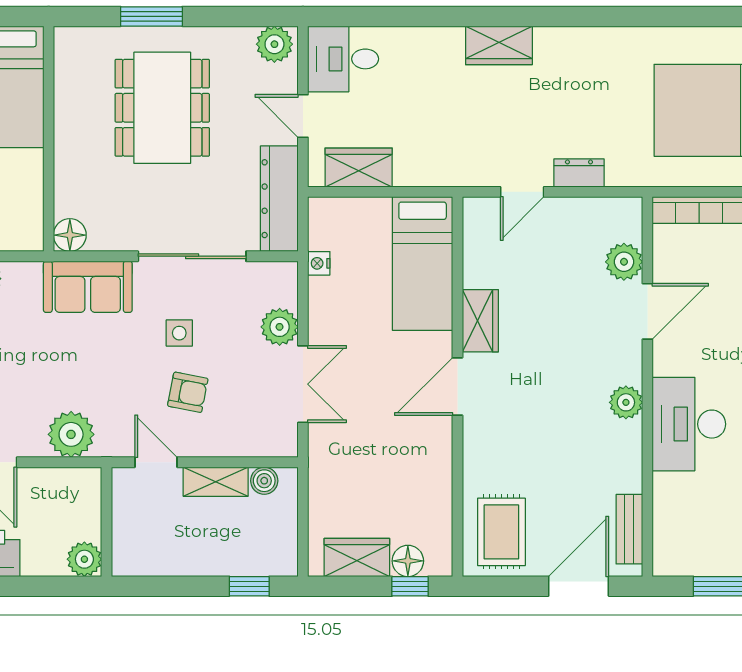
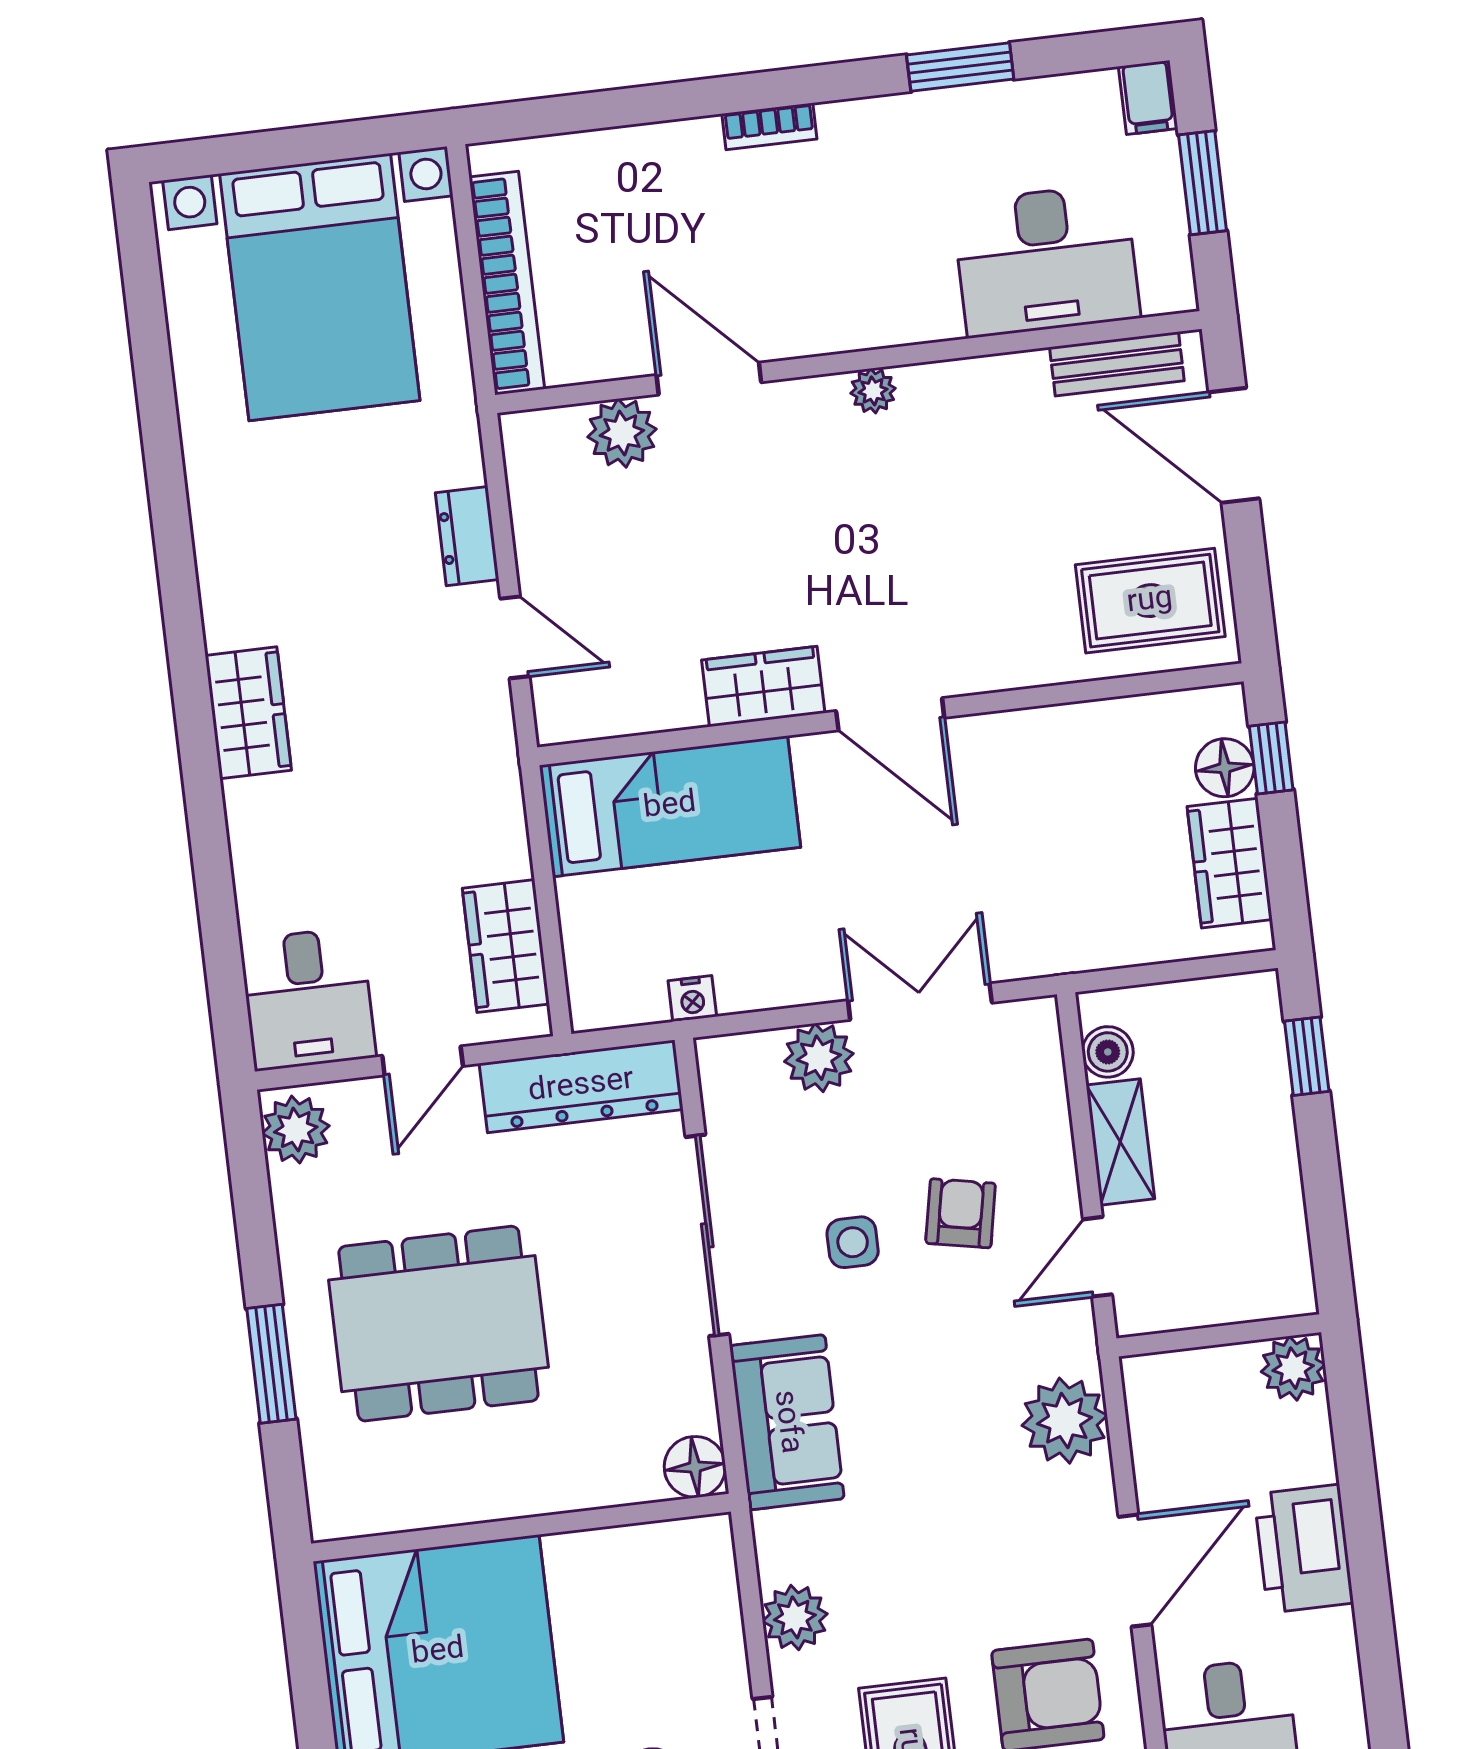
plant: (626, 402) -> (873, 391), width x0.73, depth x0.73
desk: (689, 424) -> (1046, 260), moved

